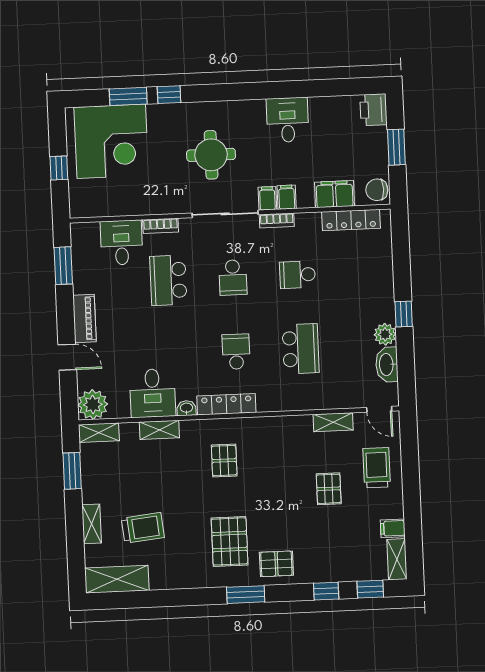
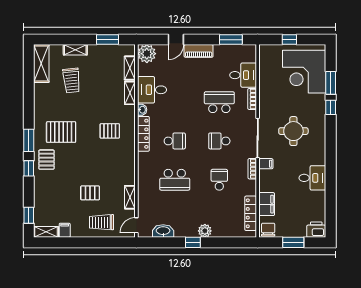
filing cabinet: (287, 197) -> (266, 175), removed
plant: (385, 334) -> (205, 231), moved
shelving: (99, 433) -> (130, 68), moved
trolley: (377, 468) -> (101, 222), turned 180
window: (326, 591) -> (29, 168), moved

